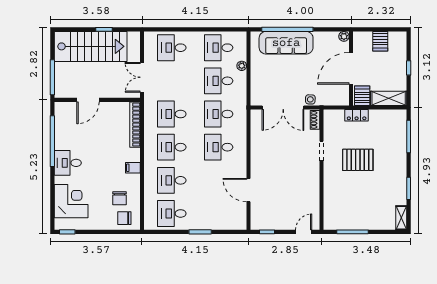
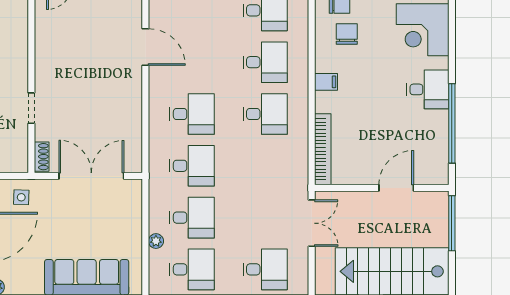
side table: (310, 99) -> (21, 197), moved
desk: (172, 114) -> (265, 166), removed

